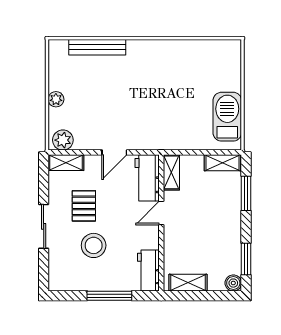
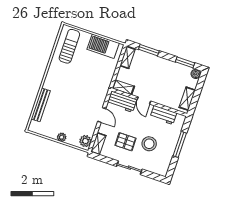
sun lounger: (208, 62) -> (69, 46), added
workbench: (148, 271) -> (163, 115), moved

